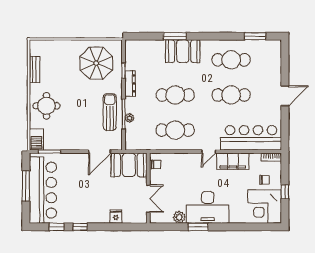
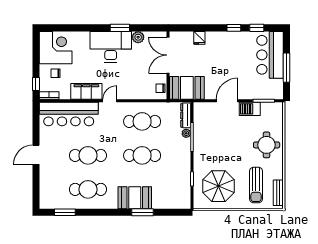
bench: (34, 70) -> (278, 193), moved
dresser: (130, 83) -> (186, 115), moved
sun lounger: (110, 112) -> (256, 185), moved
barbecue: (36, 139) -> (250, 109), moved, turned -90
door: (100, 152) -> (227, 101), moved
bar counter: (43, 190) -> (270, 55), width x0.73
window: (285, 192) -> (36, 84), moved
double door: (148, 199) -> (168, 55), width x1.37

